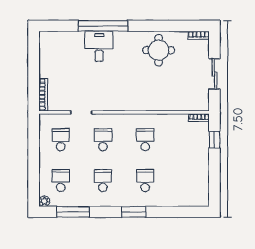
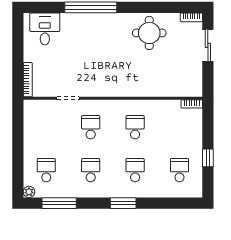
desk: (99, 46) -> (45, 29), moved
sliding door: (214, 74) -> (208, 45), moved
school desk: (61, 140) -> (180, 170), moved
window: (214, 140) -> (208, 158), moved

